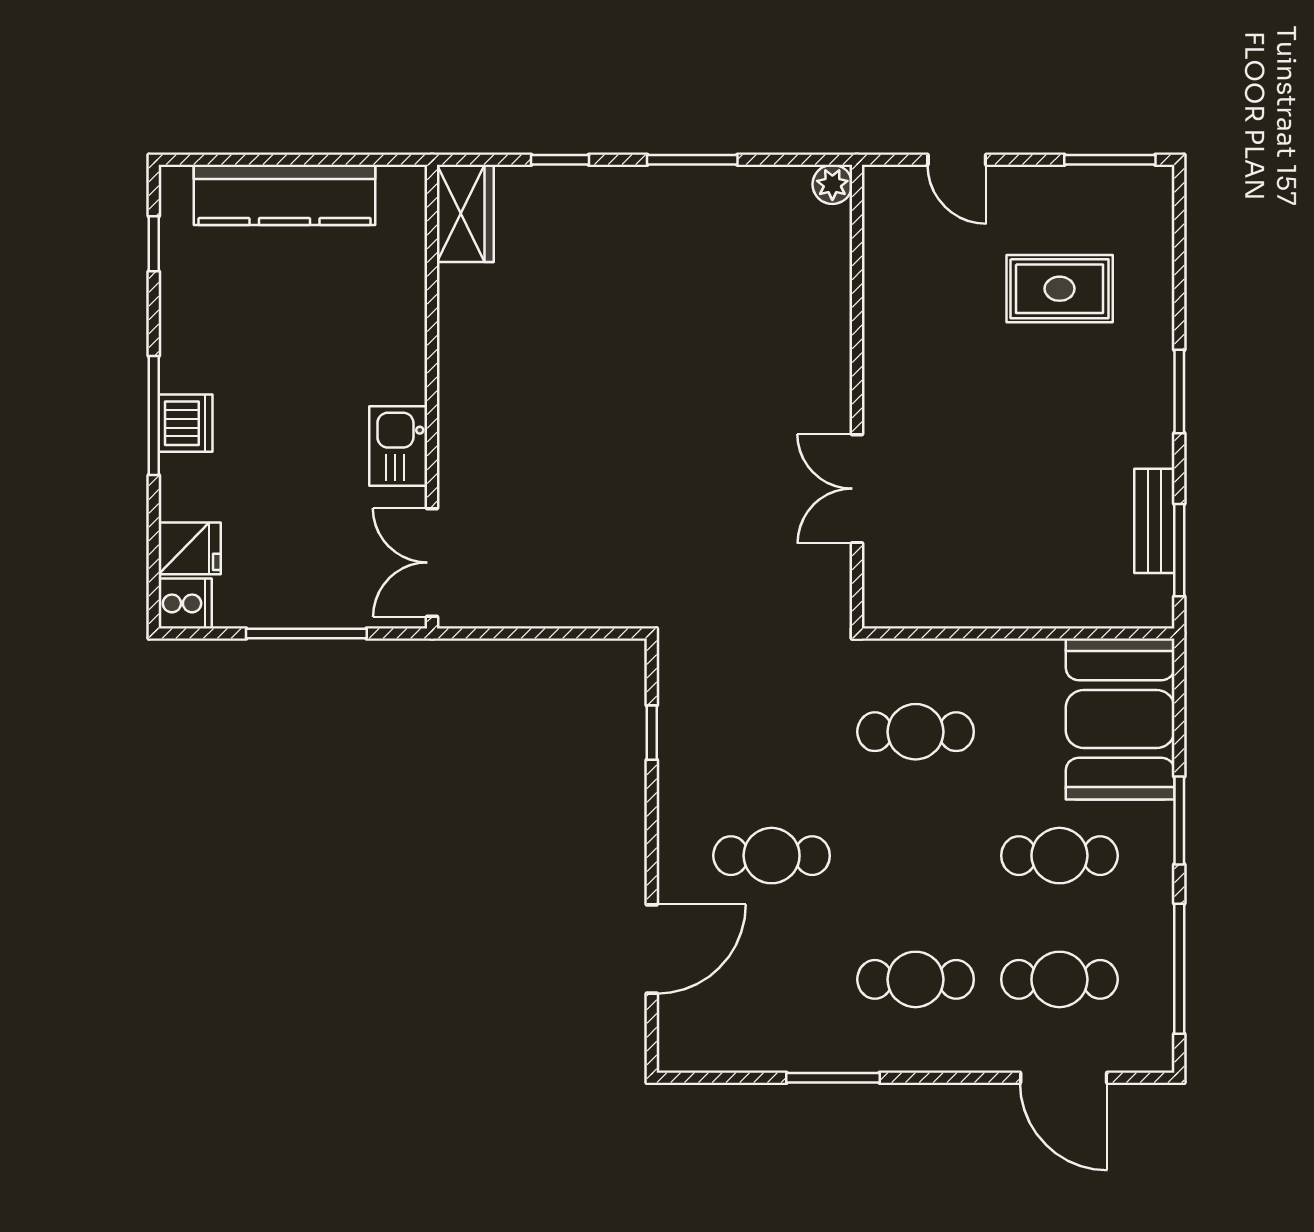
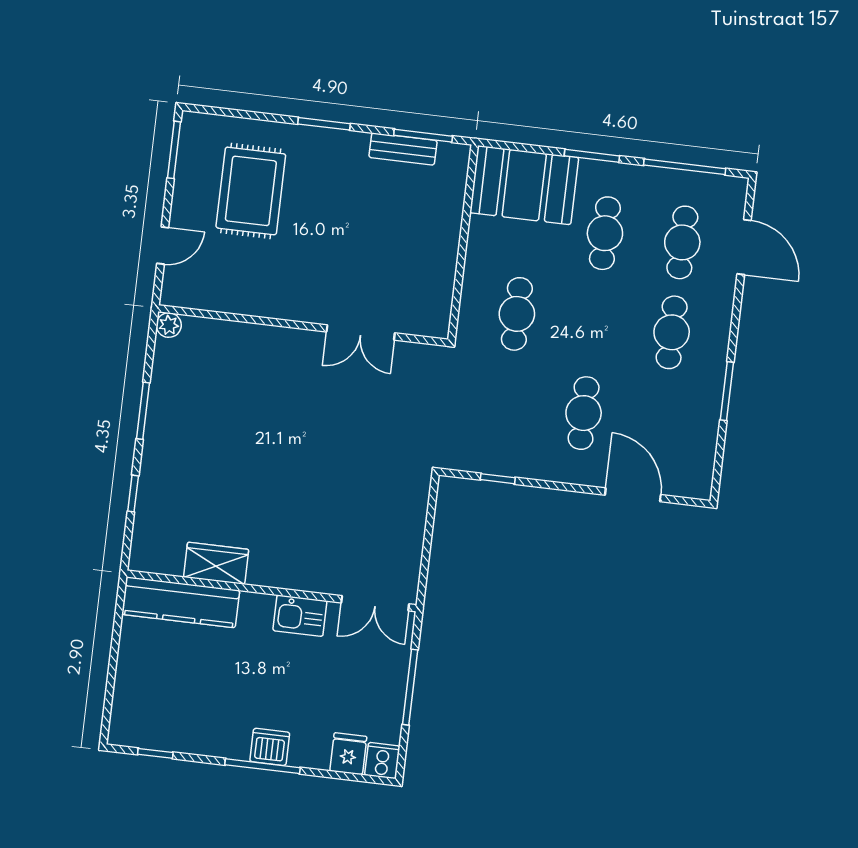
kitchen counter: (284, 195) -> (181, 602), moved, turned 90
wardrobe: (465, 213) -> (216, 563), moved
rug: (1060, 289) -> (251, 191), width x1.36, depth x1.43
door: (1064, 1078) -> (744, 247), hinge flipped

